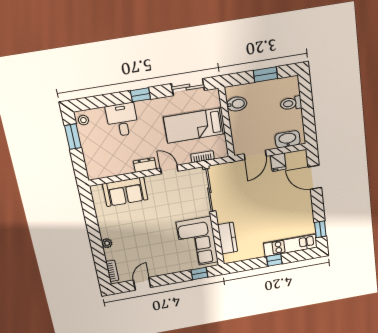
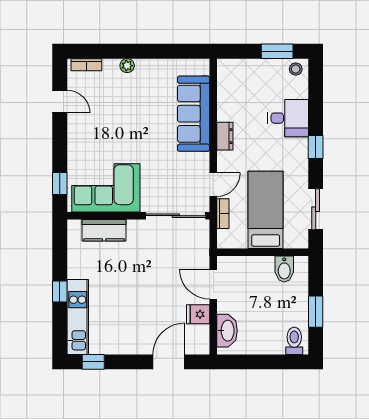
toilet: (291, 103) -> (294, 341), moved
door: (169, 170) -> (213, 185), moved
sofa: (125, 192) -> (194, 114), width x1.36

